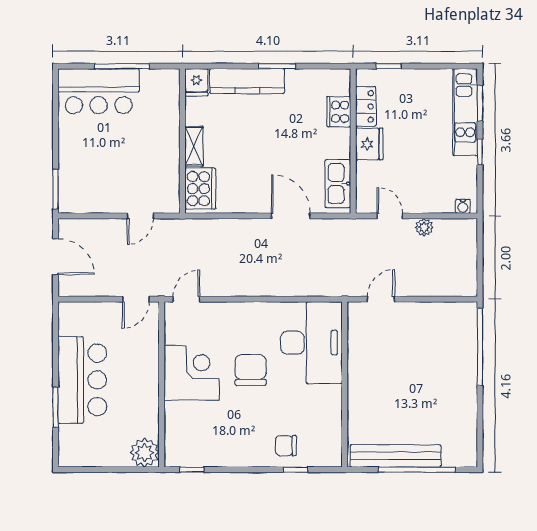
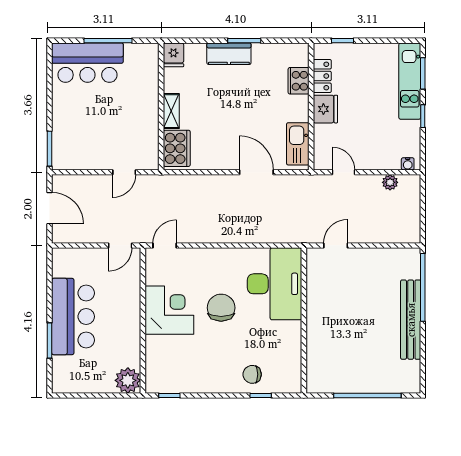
kitchen counter: (247, 81) -> (229, 54), width x0.67
plant: (424, 227) -> (390, 182), moved
bench: (396, 456) -> (411, 320), moved, turned 90

